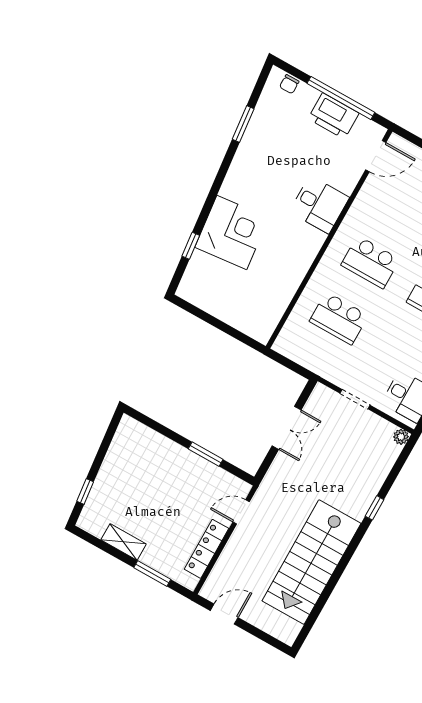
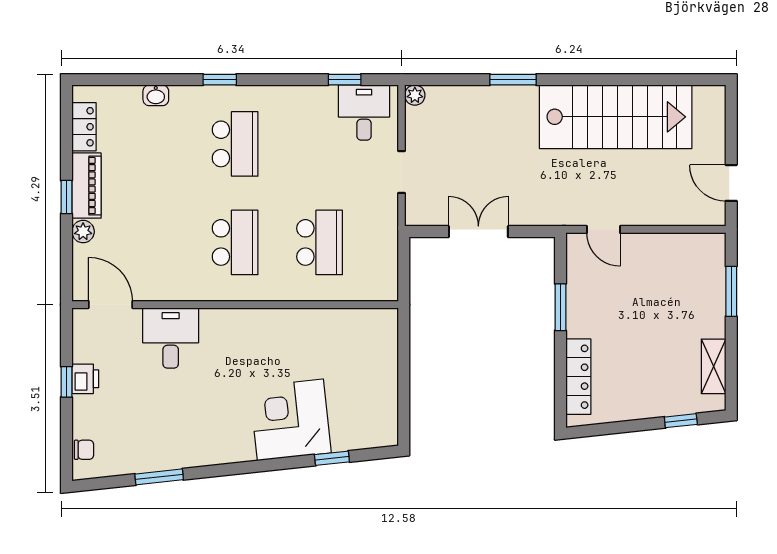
window: (341, 98) -> (66, 382), width x0.32
printer: (333, 116) -> (85, 379), width x0.53, depth x0.68
desk: (319, 205) -> (171, 338), moved
window: (375, 508) -> (513, 80), width x1.50
shelving: (124, 542) -> (714, 366), moved
locker: (207, 549) -> (578, 377), moved, turned -90

